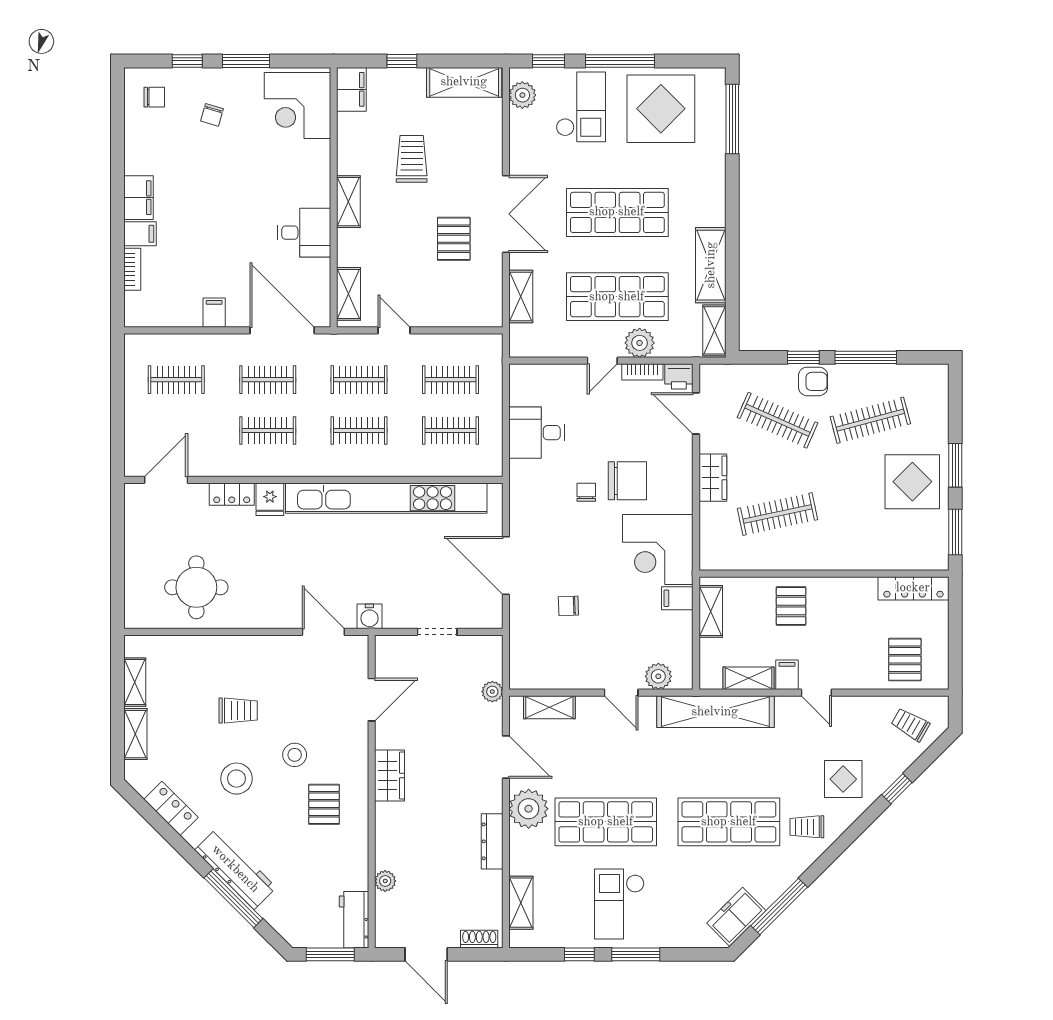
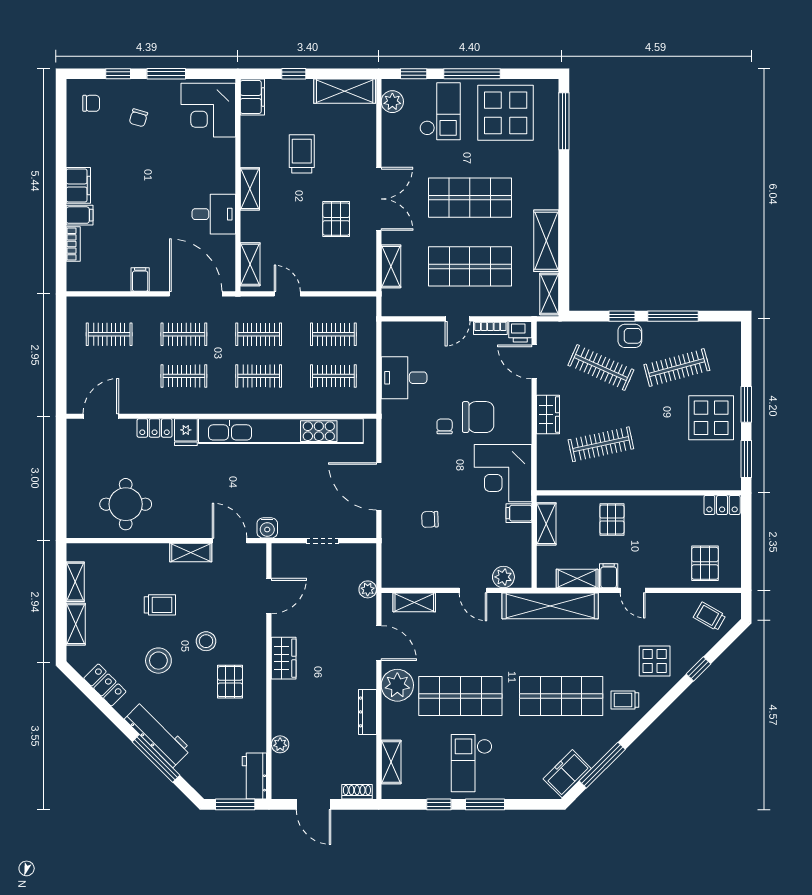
plant: (640, 343) -> (488, 304), removed
locker: (913, 588) -> (722, 505), width x0.66
shelving: (276, 646) -> (191, 552), added

